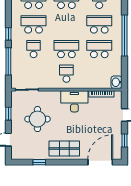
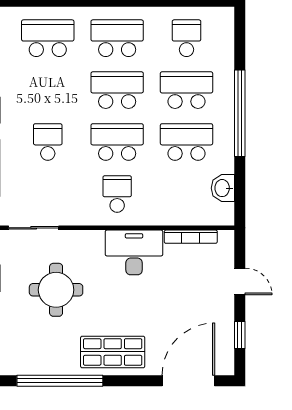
school desk: (34, 24) -> (117, 90), moved
washbasin: (116, 82) -> (223, 188), moved
window: (39, 162) -> (60, 381), width x3.17

